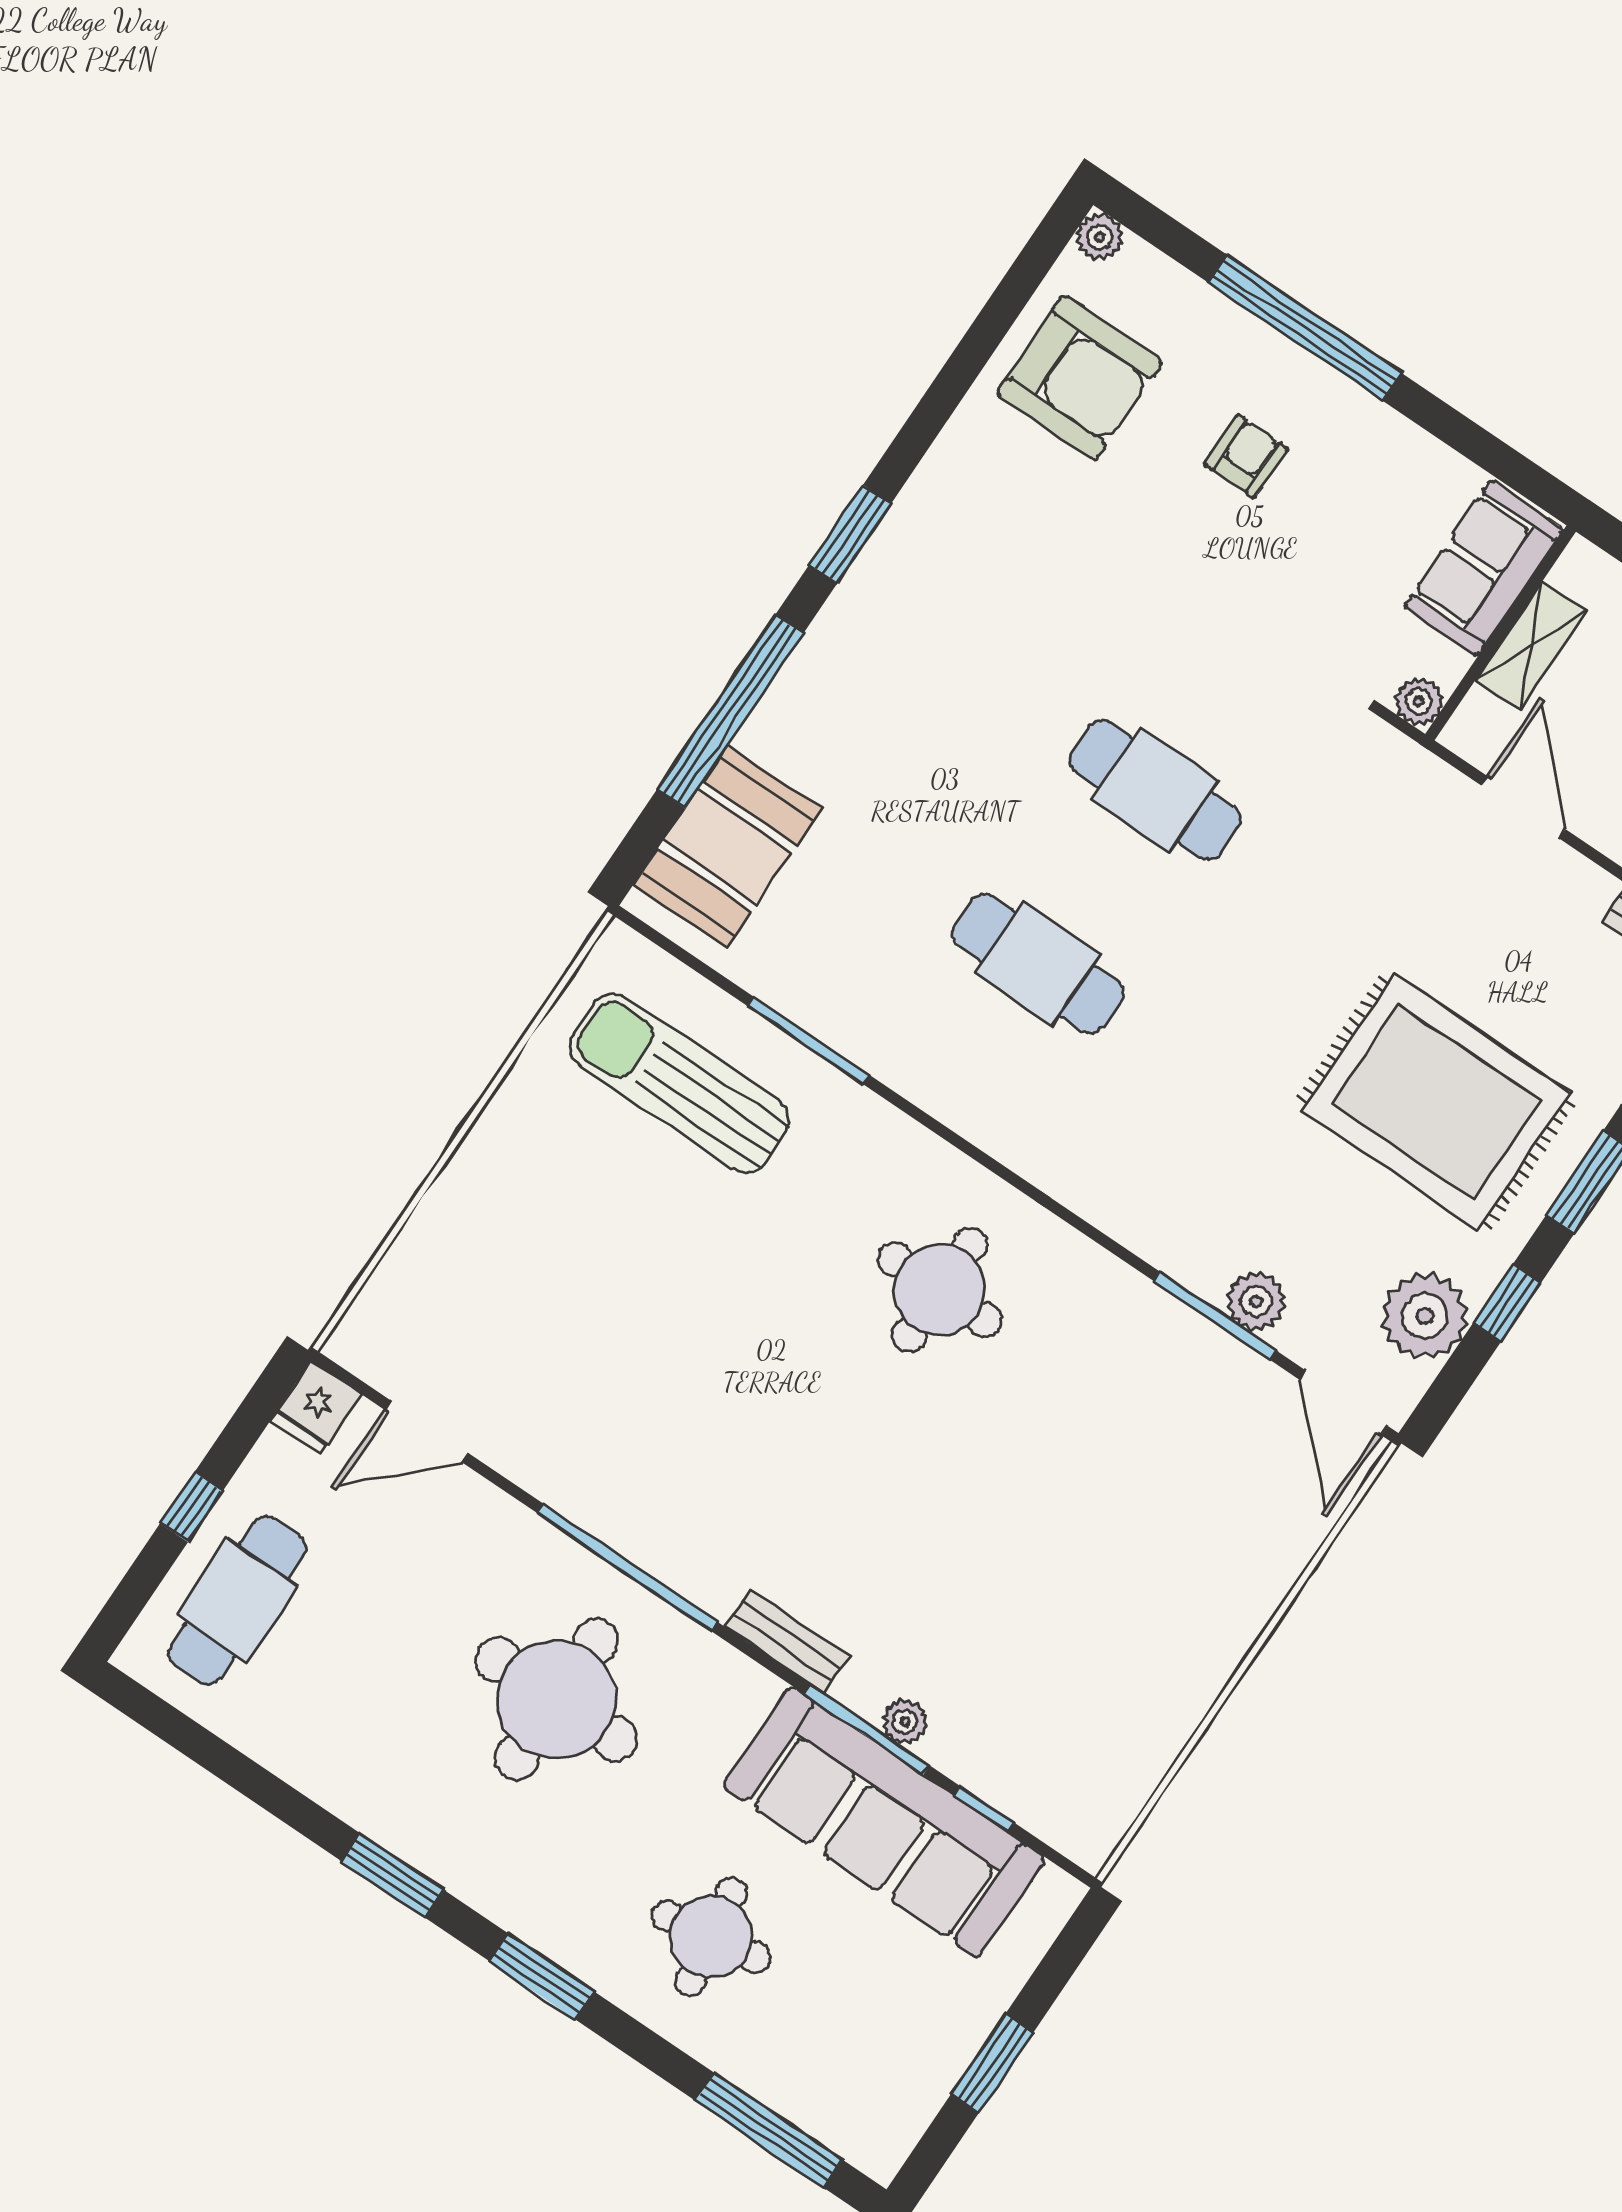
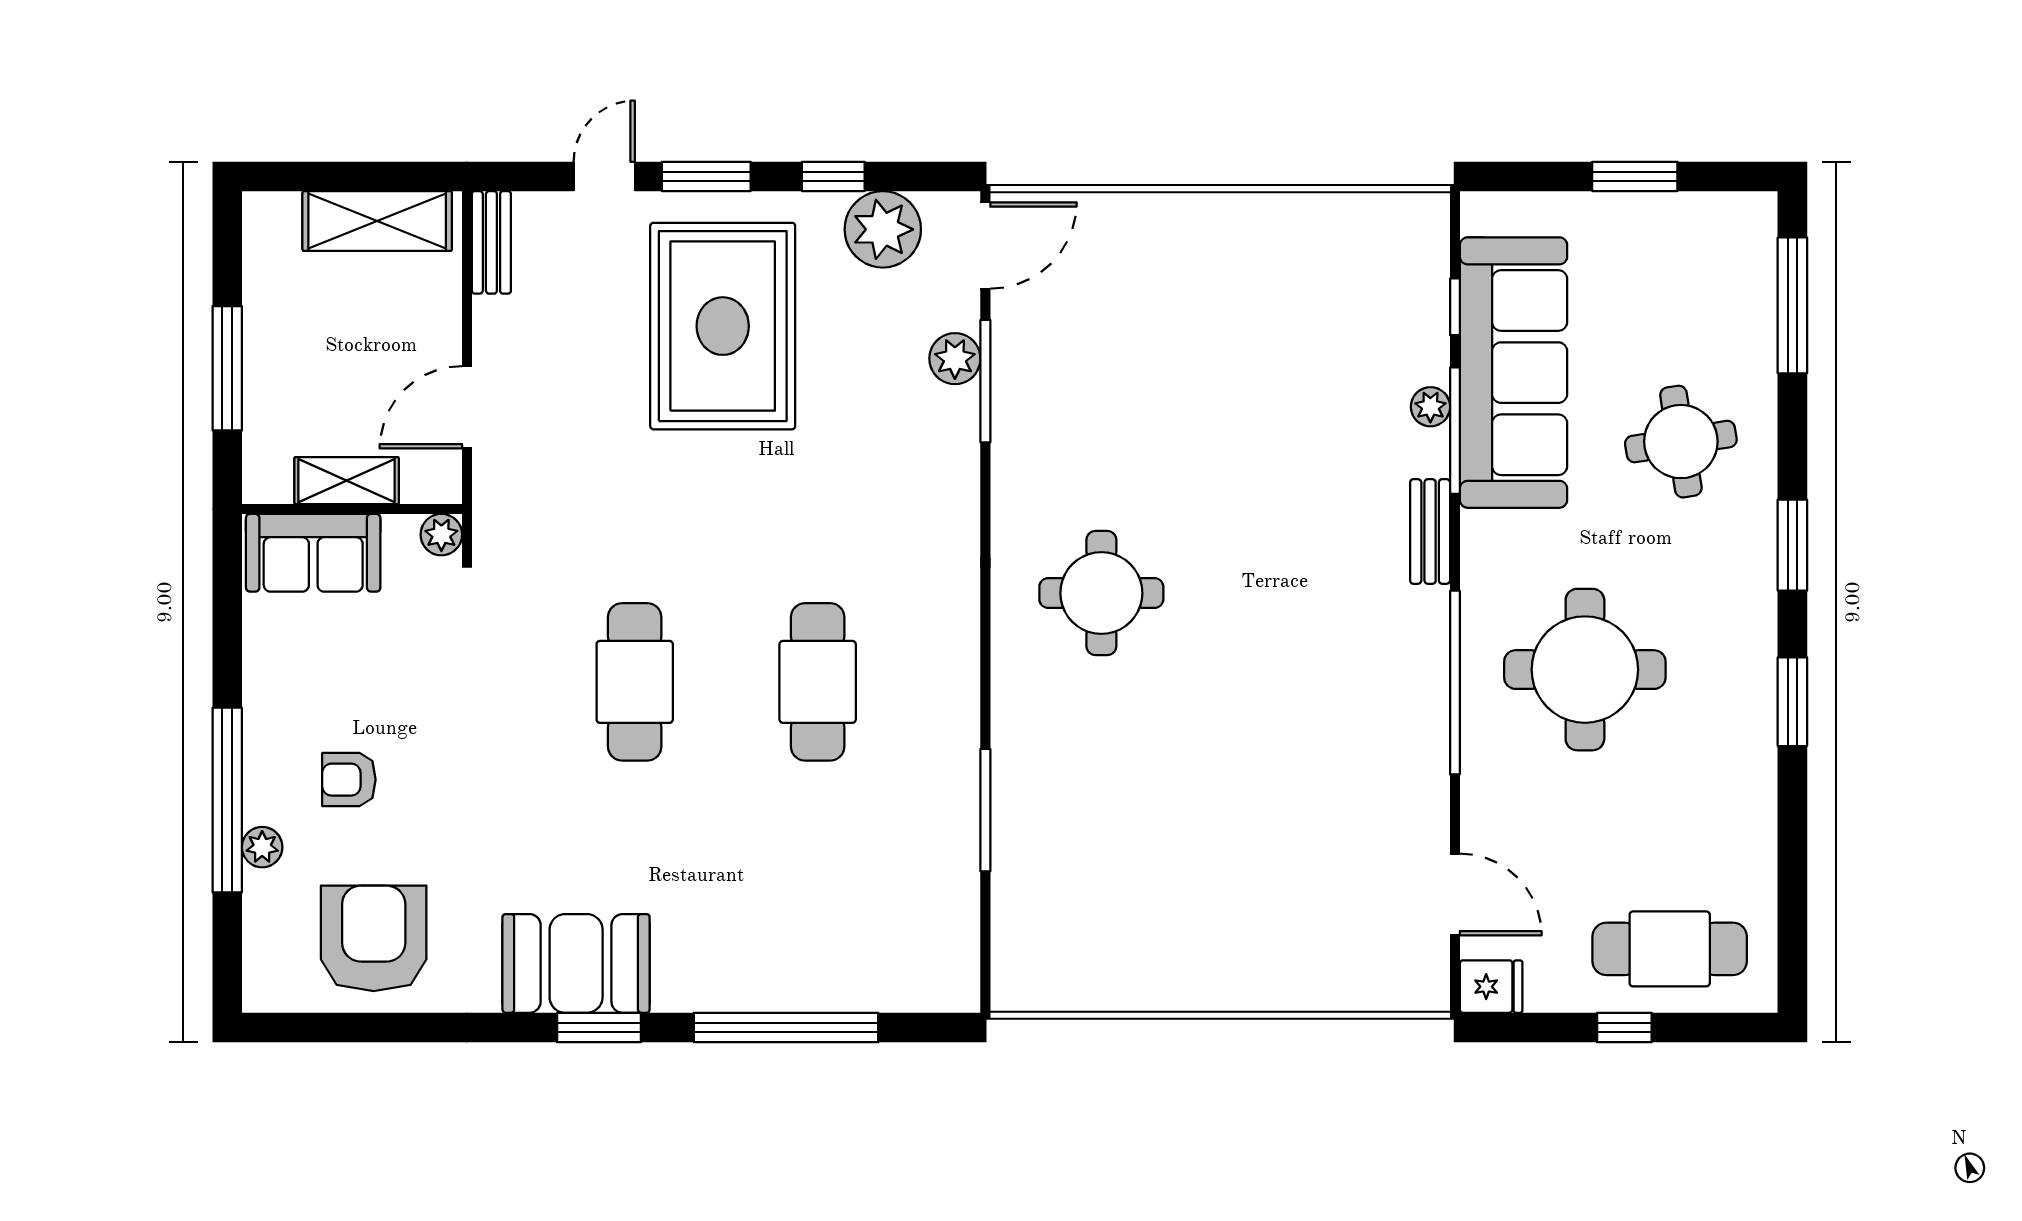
plant: (1100, 237) -> (262, 847), moved
booth: (727, 846) -> (576, 963), moved
sun lounger: (679, 1083) -> (1079, 882), removed

